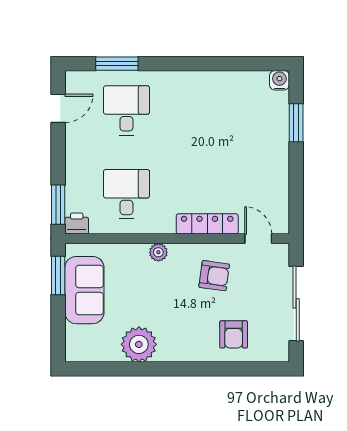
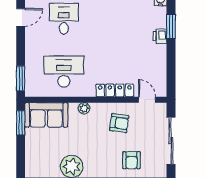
desk: (126, 194) -> (64, 72), width x1.37
printer: (77, 223) -> (160, 36), moved, turned -90
sofa: (84, 290) -> (46, 115), moved, turned 90

